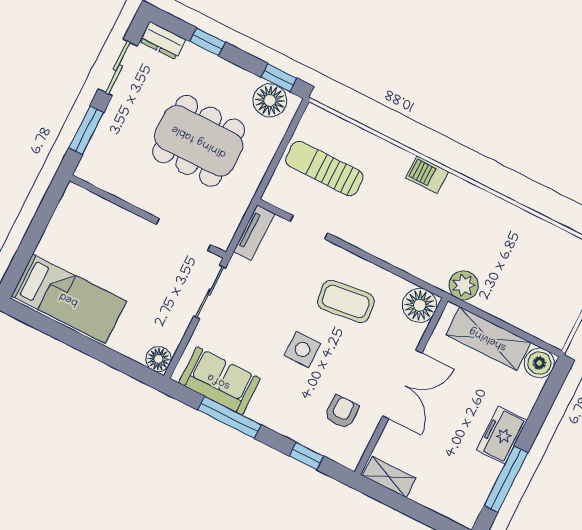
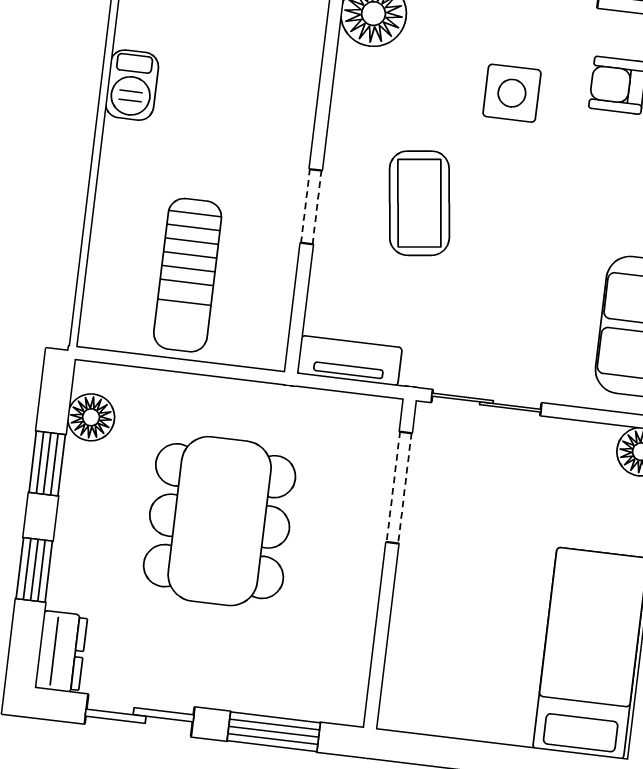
window: (279, 78) -> (47, 464), moved
floor lamp: (270, 100) -> (91, 417), width x0.73, depth x0.73
doorway: (309, 227) -> (311, 207), moved
coffee table: (346, 301) -> (419, 203), moved
side table: (302, 349) -> (512, 93), moved

